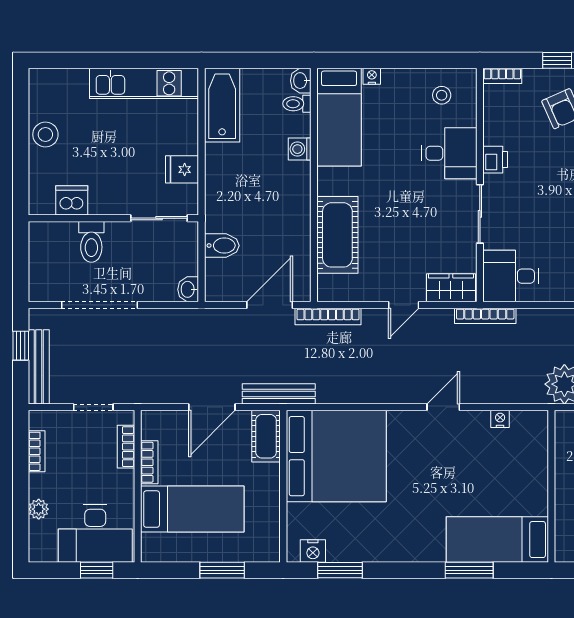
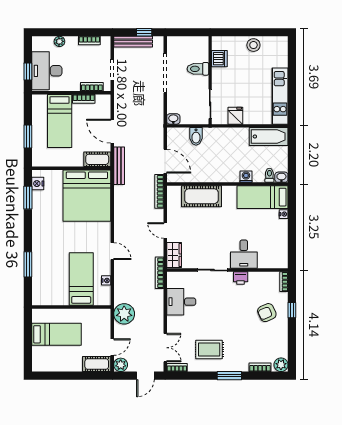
stool: (442, 95) -> (274, 250), removed
desk: (511, 276) -> (181, 302), moved, turned -90
bed: (497, 540) -> (81, 279), moved

